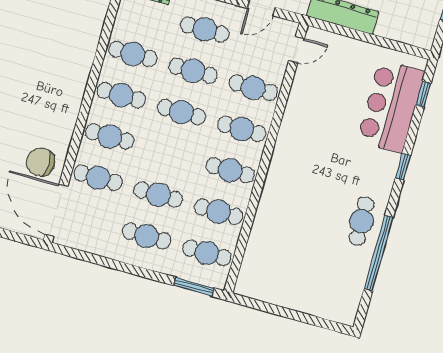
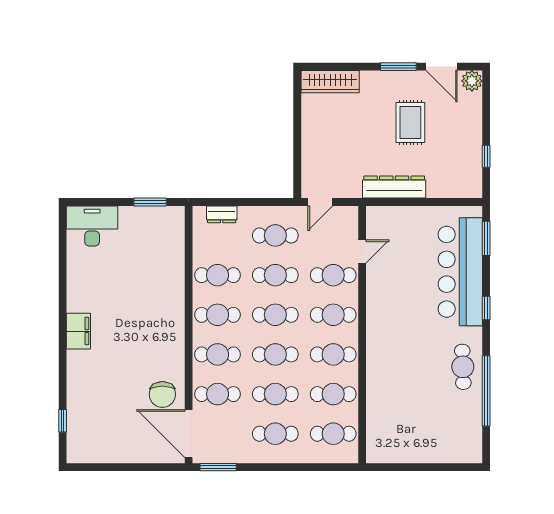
door: (297, 50) -> (362, 251), moved
window: (423, 94) -> (486, 238), width x1.50
bar counter: (391, 106) -> (460, 272), width x1.36
cafe table: (170, 153) -> (275, 354), added
chair: (41, 162) -> (162, 394), turned -90
window: (194, 287) -> (218, 467), moved

